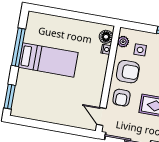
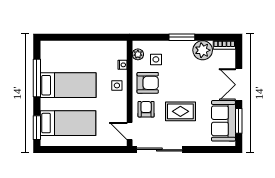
floor lamp: (106, 37) -> (120, 53), removed
side table: (97, 69) -> (117, 85), added
bed: (41, 98) -> (68, 123), added
armchair: (122, 98) -> (146, 109), turned 180

